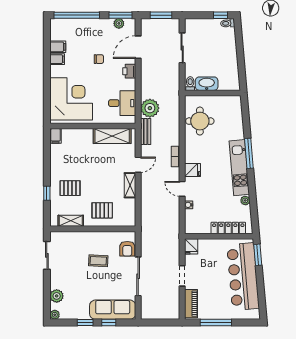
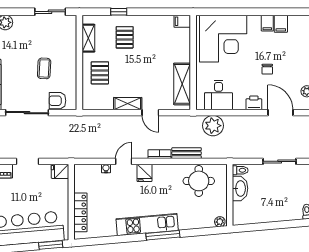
bench: (146, 132) -> (187, 153), moved
plant: (245, 200) -> (220, 222), moved

